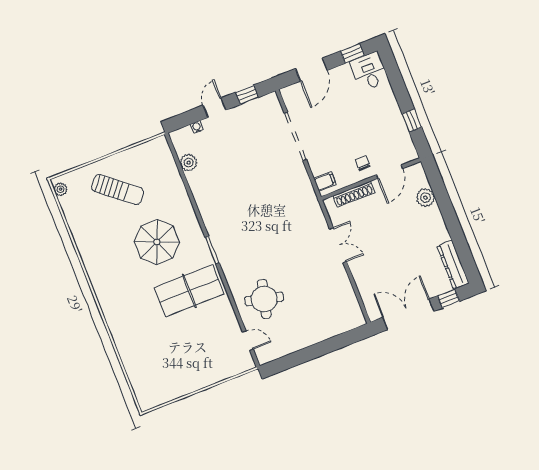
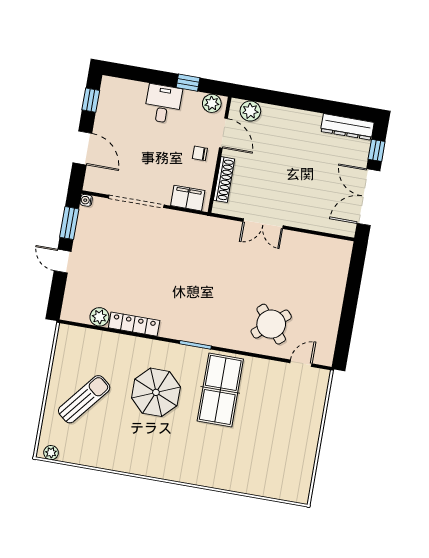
desk: (369, 71) -> (163, 104), moved, turned 90
window: (247, 95) -> (69, 223), width x1.50
water cooler: (197, 127) -> (86, 200), moved
plant: (407, 149) -> (212, 103), added
filing cabinet: (325, 181) -> (188, 198), width x2.00
locker: (199, 193) -> (134, 324), added
plant: (425, 198) -> (250, 111), moved
double door: (338, 245) -> (263, 224), swing flipped
round table: (264, 299) -> (271, 324), turned 36

